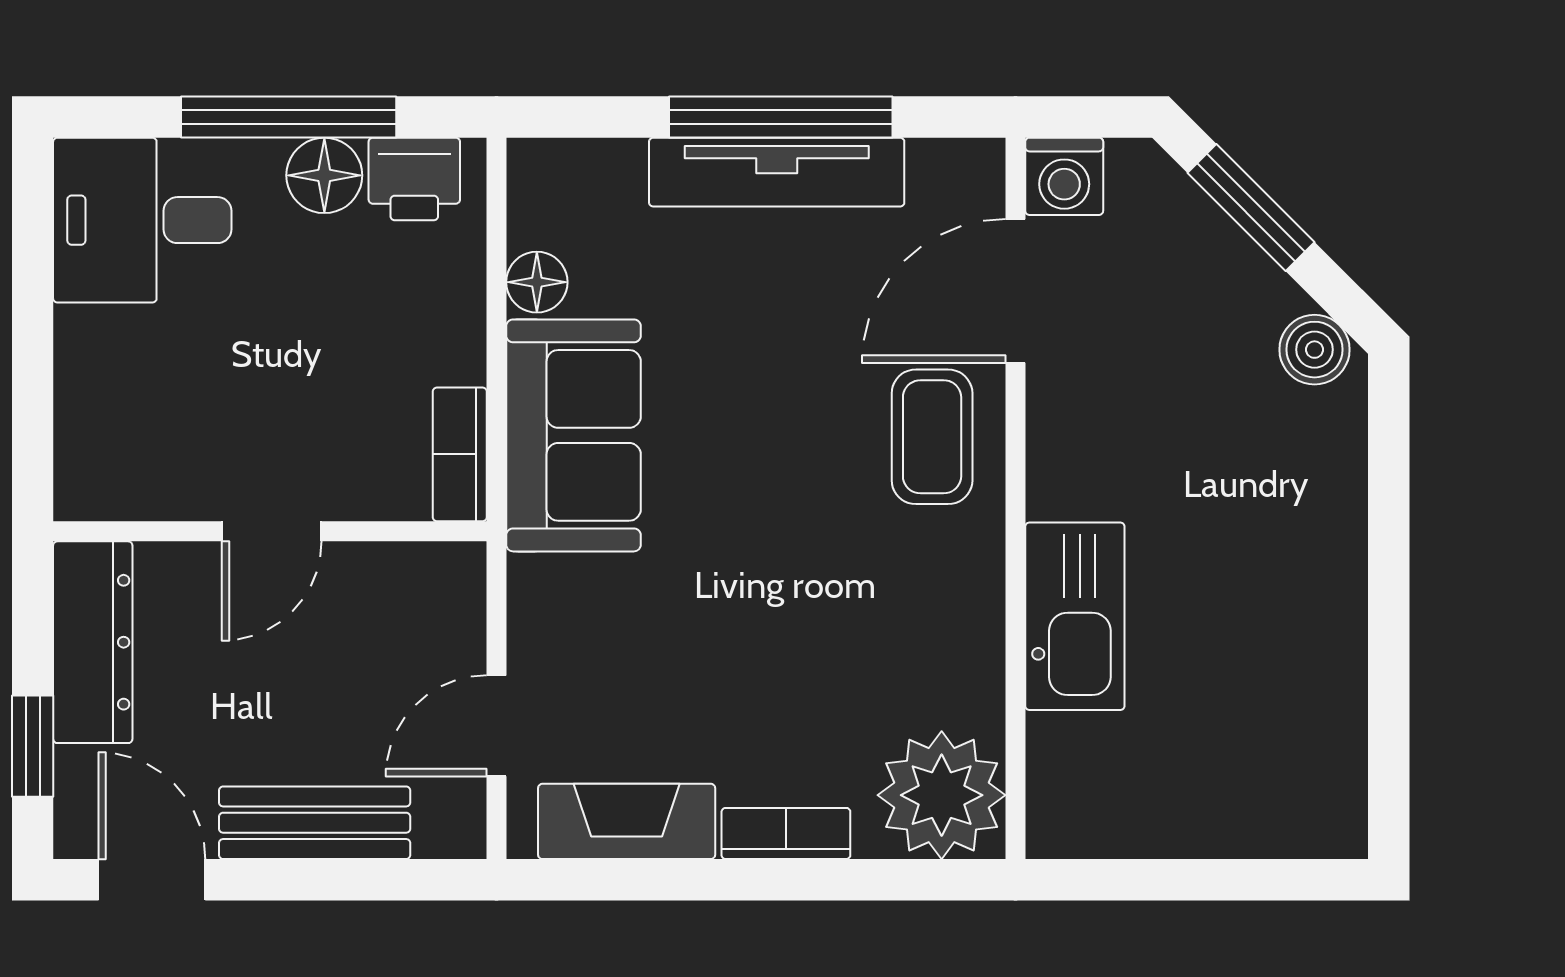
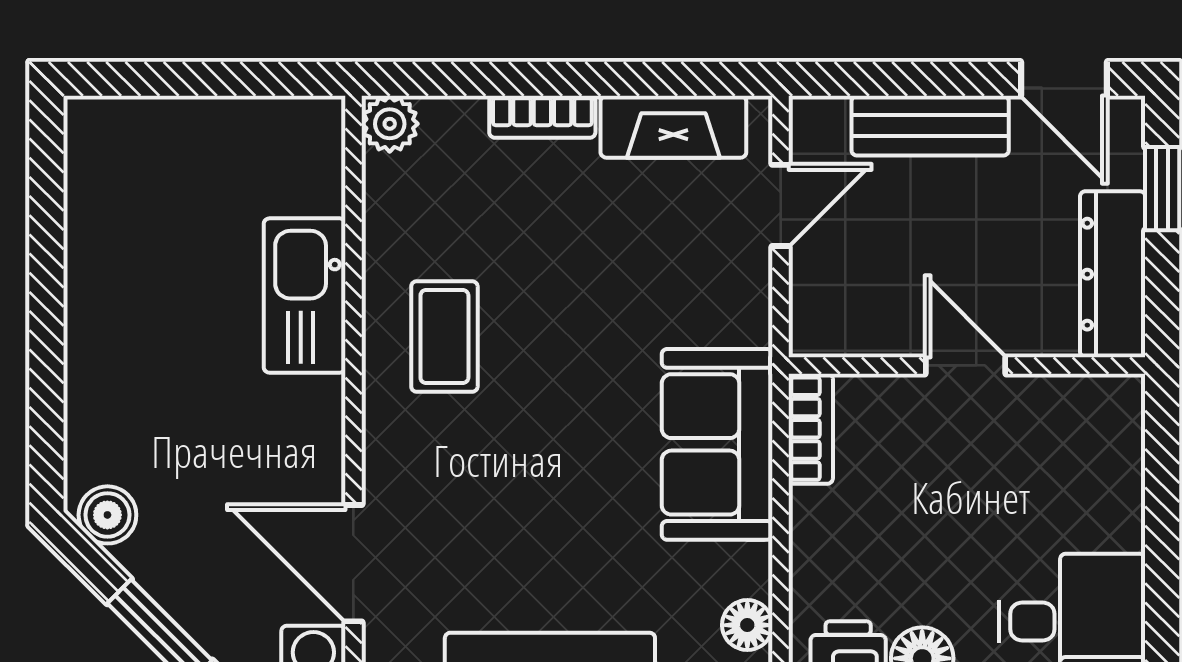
floor lamp: (537, 282) -> (747, 625), moved
door: (1015, 291) -> (353, 563), swing flipped
coffee table: (932, 437) -> (444, 337), moved
door: (272, 531) -> (966, 365), hinge flipped
plant: (942, 795) -> (390, 124), width x0.53, depth x0.53

